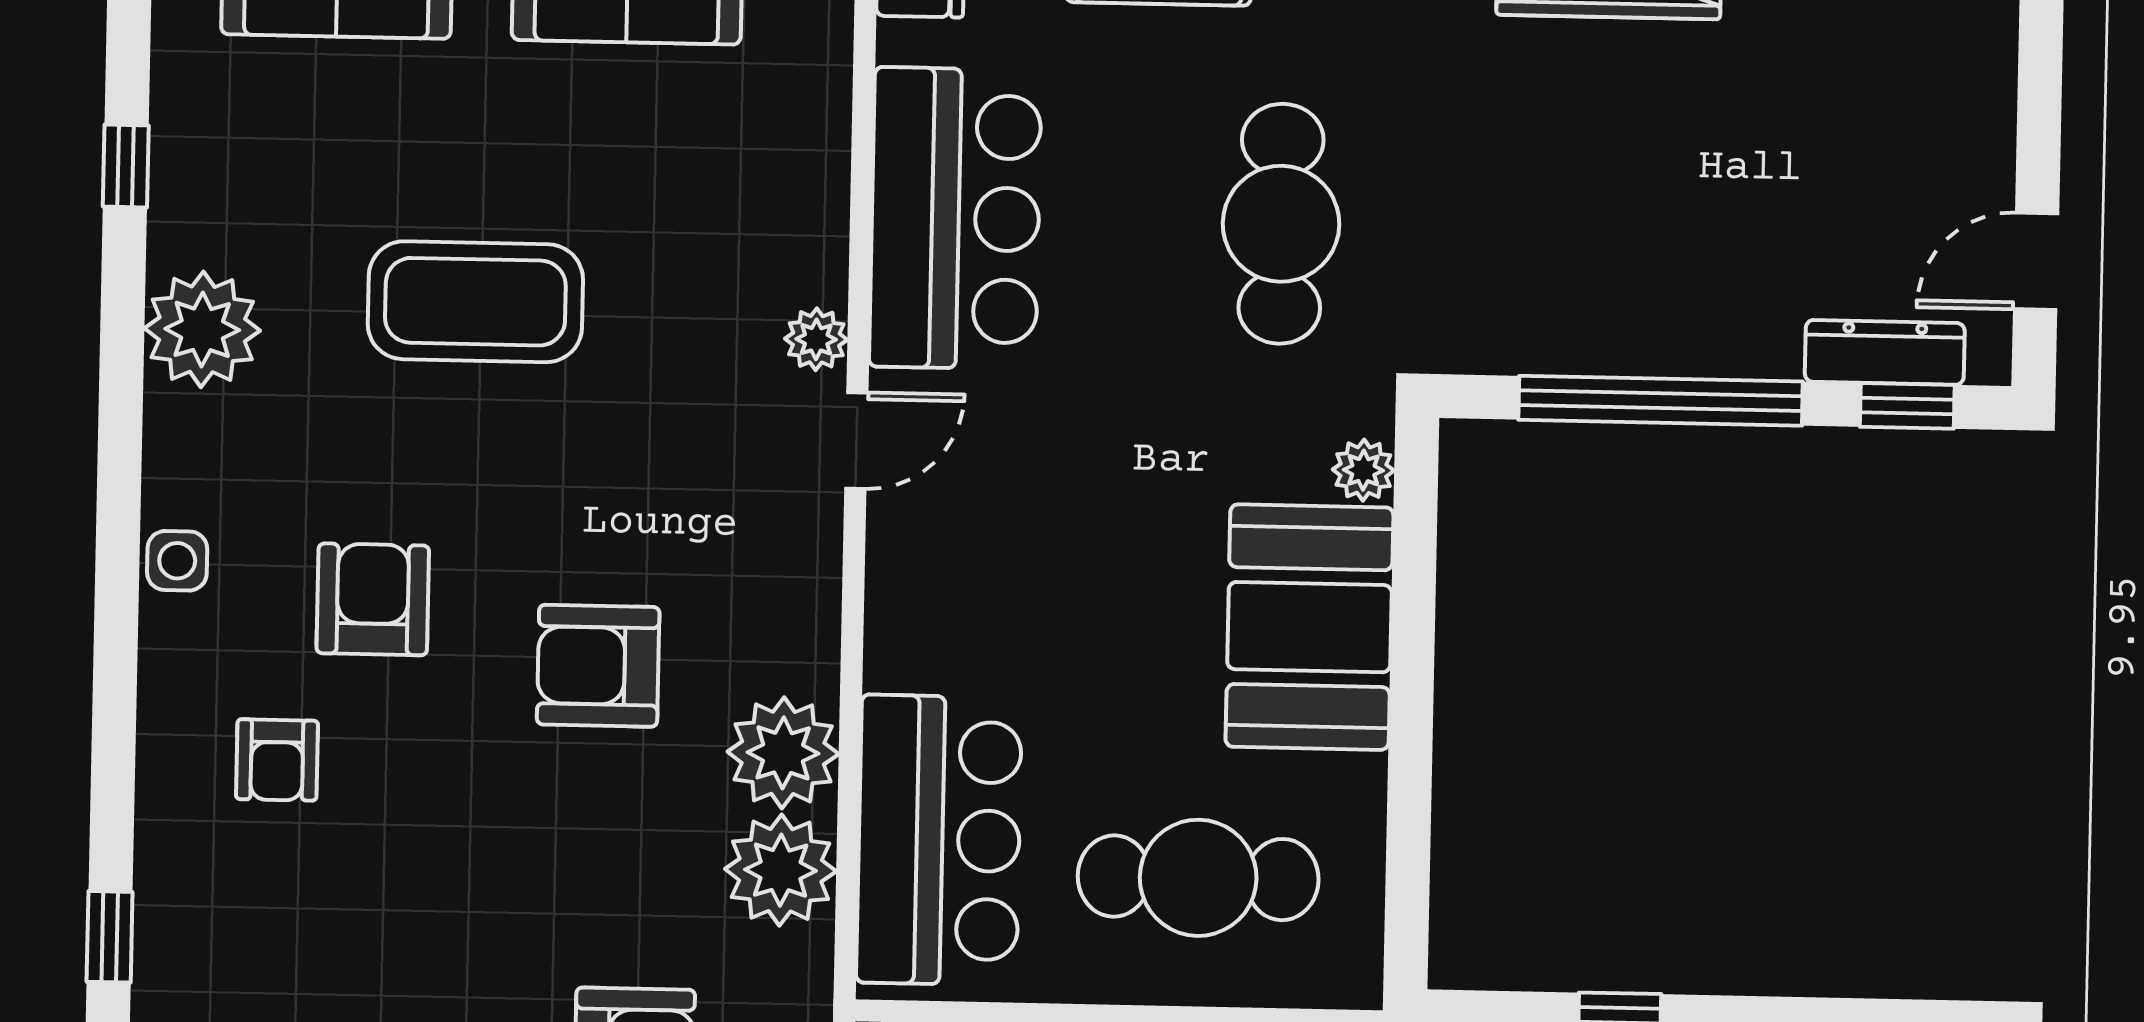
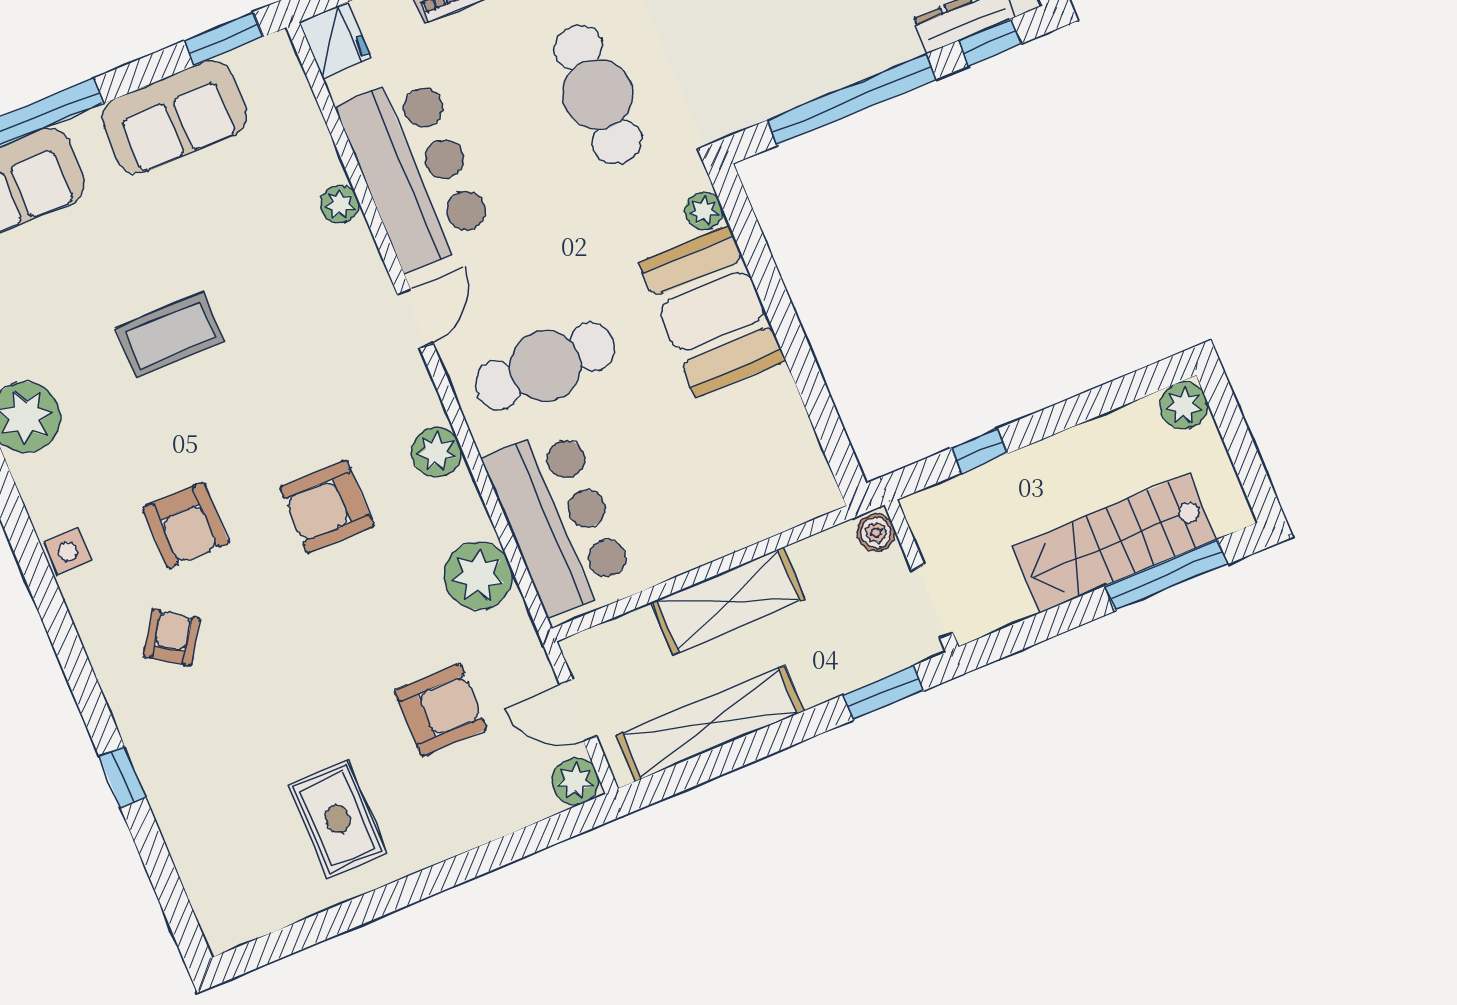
coffee table: (475, 302) -> (170, 335), width x0.73, depth x0.76
plant: (816, 339) -> (340, 204), moved
armchair: (373, 599) -> (186, 525), turned 180
plant: (783, 753) -> (437, 452), moved, width x0.73, depth x0.73
armchair: (277, 760) -> (172, 638), turned -146
cafe table: (1198, 878) -> (545, 366), moved

